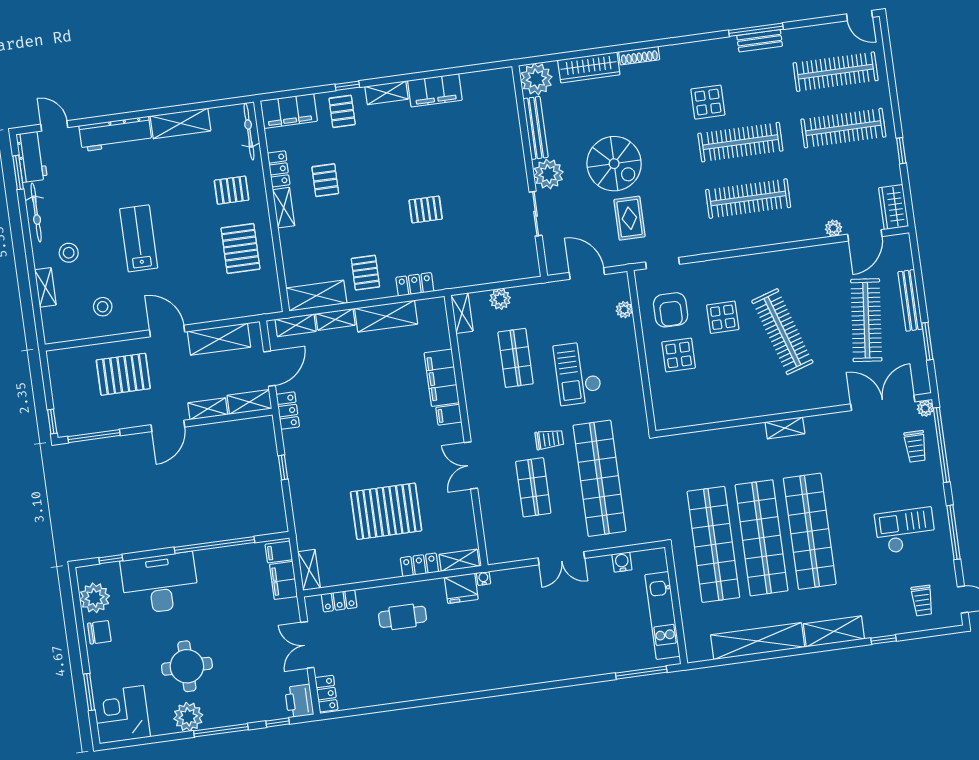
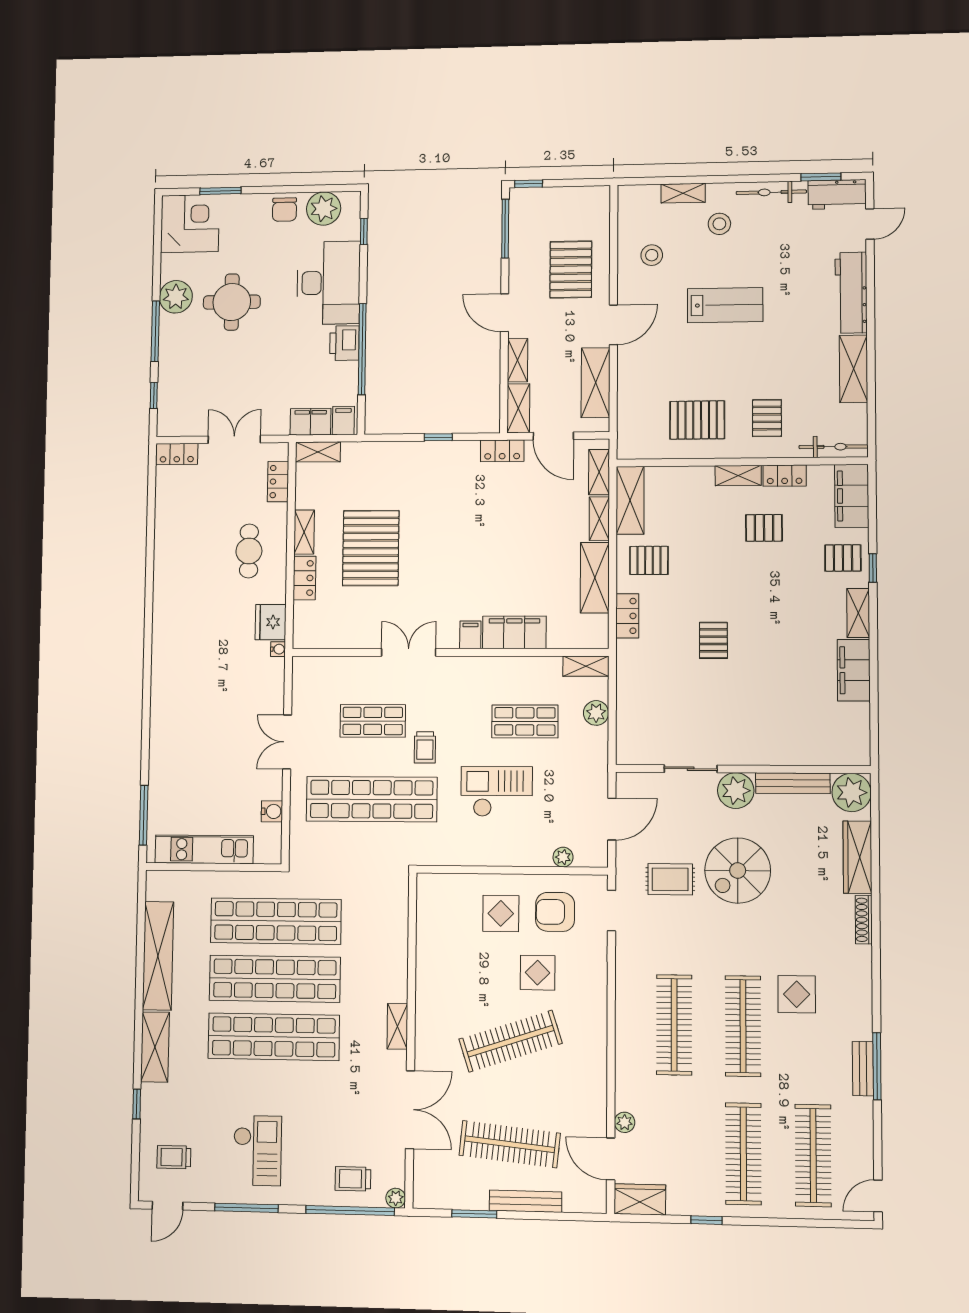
double door: (883, 403) -> (410, 1110), moved
shelving: (459, 560) -> (304, 532), moved
printer: (299, 701) -> (344, 343), moved, turned -90

